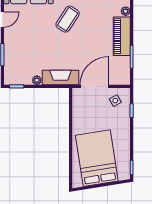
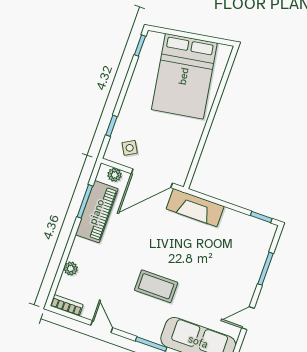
coffee table: (68, 19) -> (156, 286), turned 57
piano: (122, 36) -> (97, 212), moved
plant: (37, 80) -> (115, 175), moved

